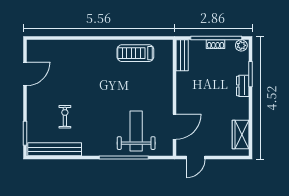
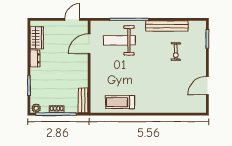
treadmill: (135, 53) -> (120, 102), turned 180
dresser: (243, 86) -> (35, 58), moved
weight bench: (136, 131) -> (119, 40), turned 90
bench: (55, 149) -> (167, 26), moved

